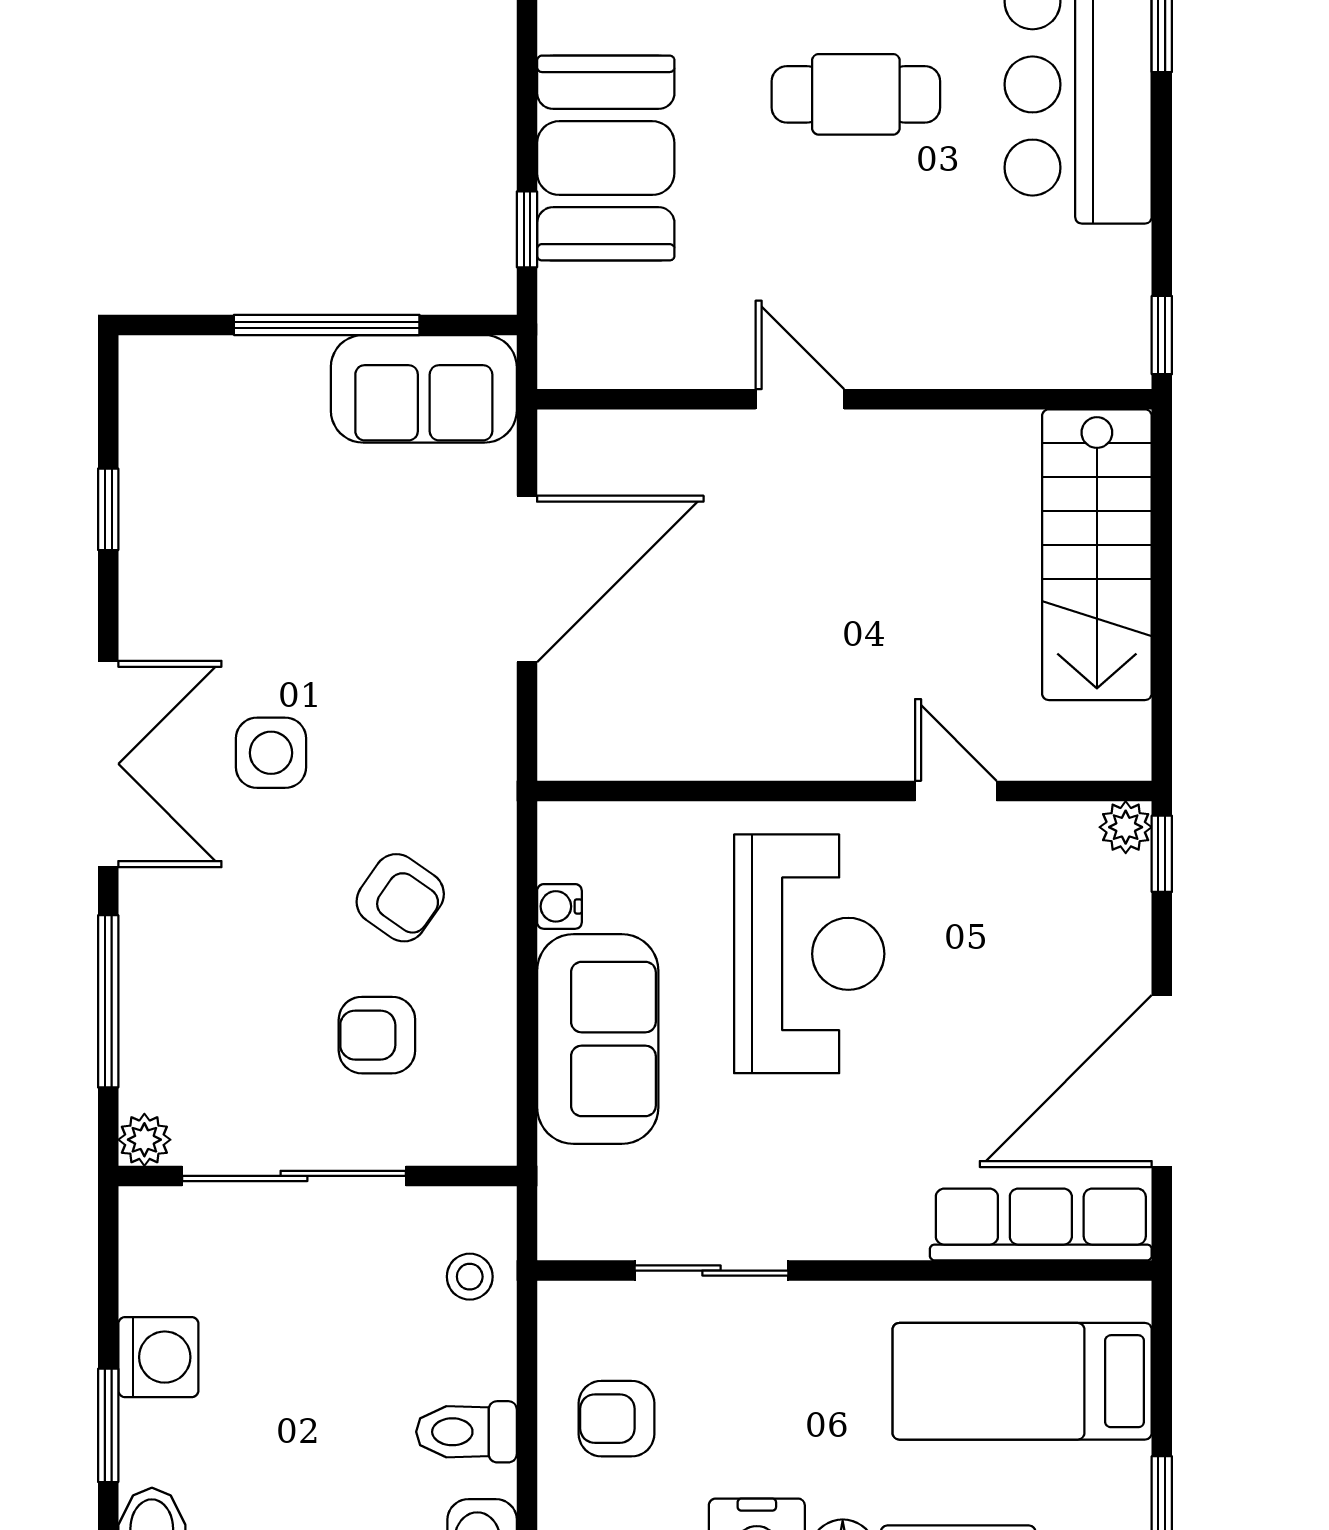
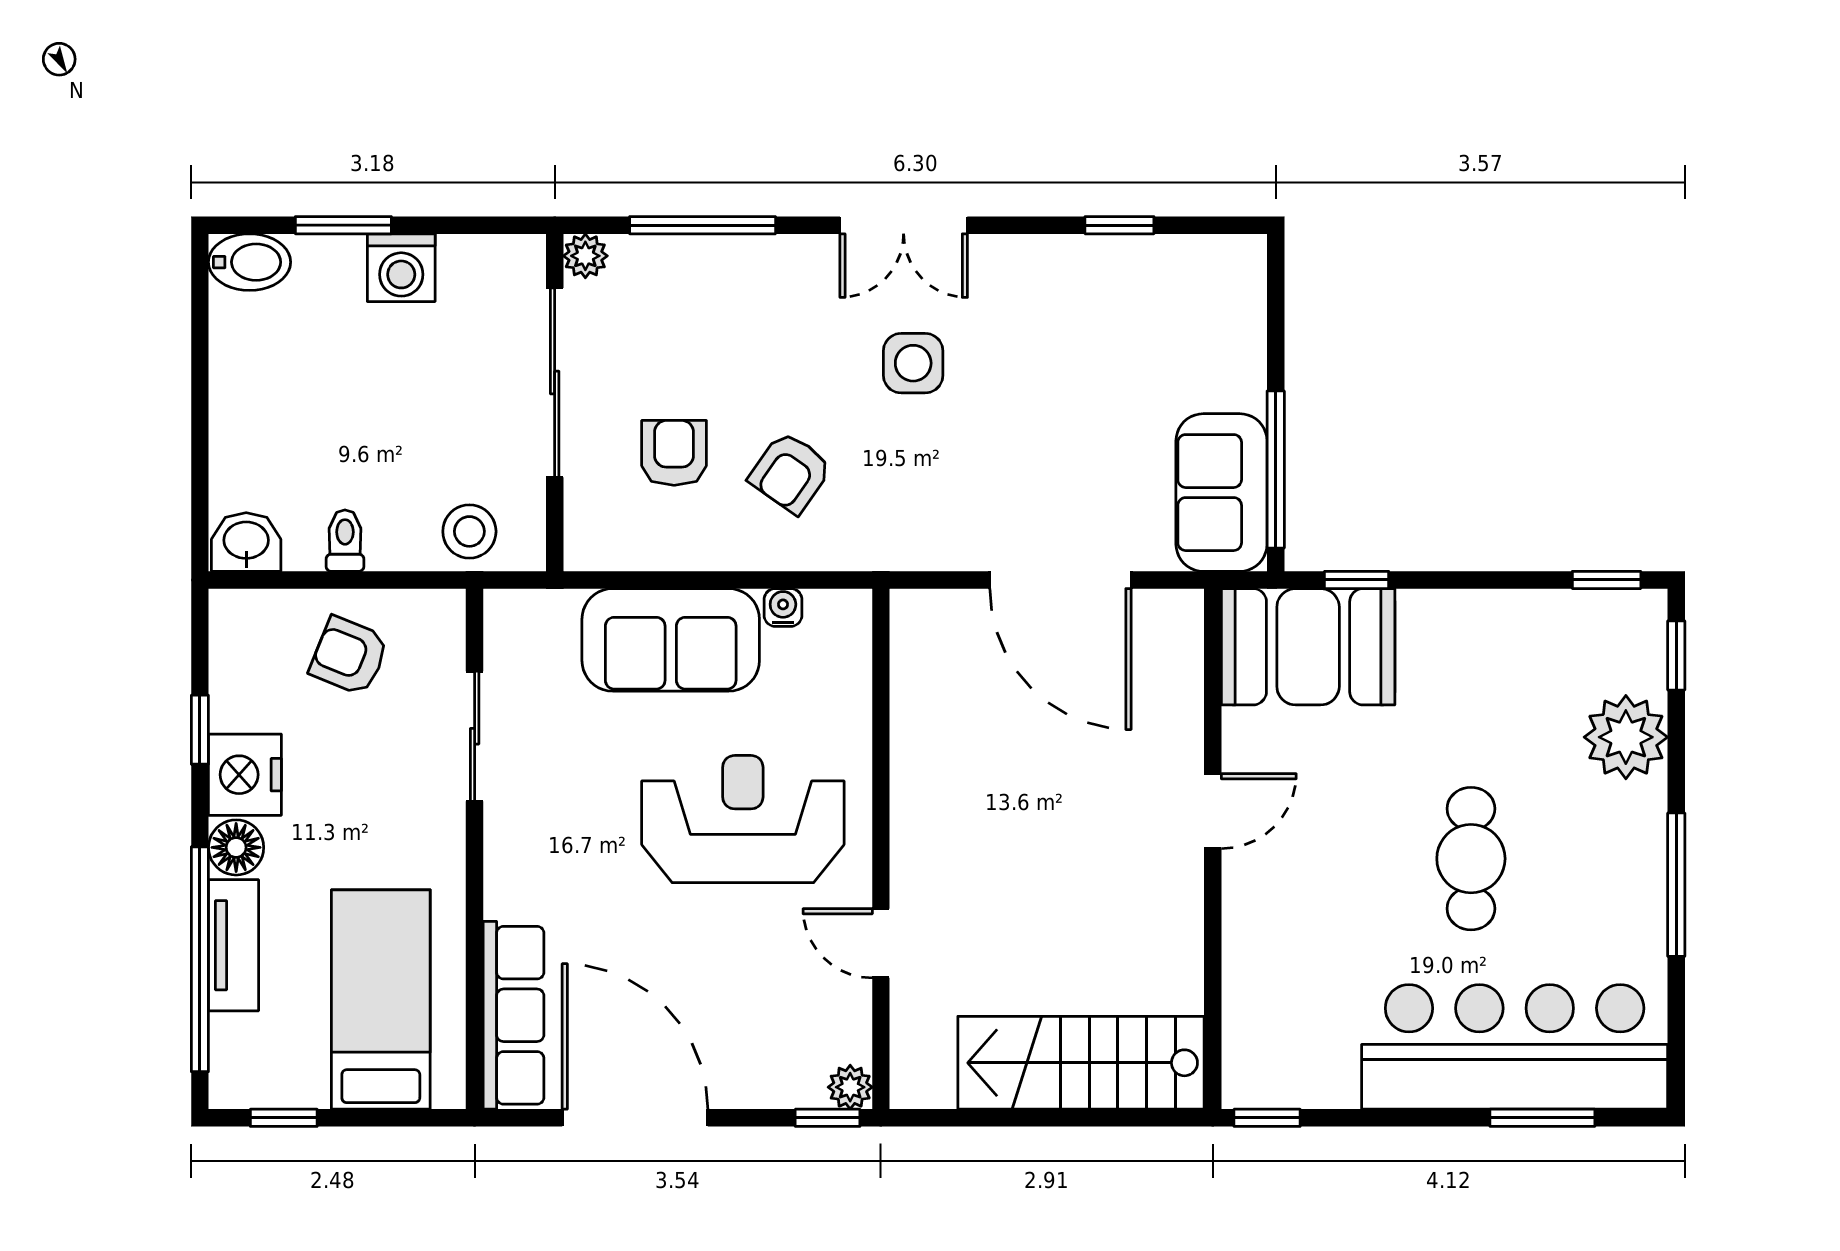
booth: (606, 158) -> (1308, 647), moved
window: (327, 325) -> (1276, 469), moved
double door: (108, 764) -> (904, 225), width x0.73
door: (956, 791) -> (881, 943), swing flipped
reception desk: (809, 954) -> (743, 819), turned 180
stool: (470, 1277) -> (469, 531), width x1.37, depth x1.37
armchair: (616, 1419) -> (349, 656), turned -68
toilet: (466, 1432) -> (345, 541), width x0.73, depth x0.72

